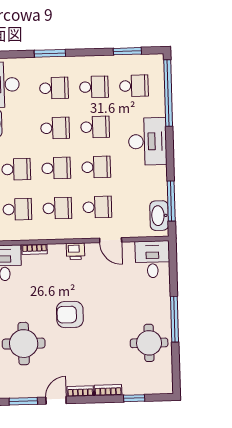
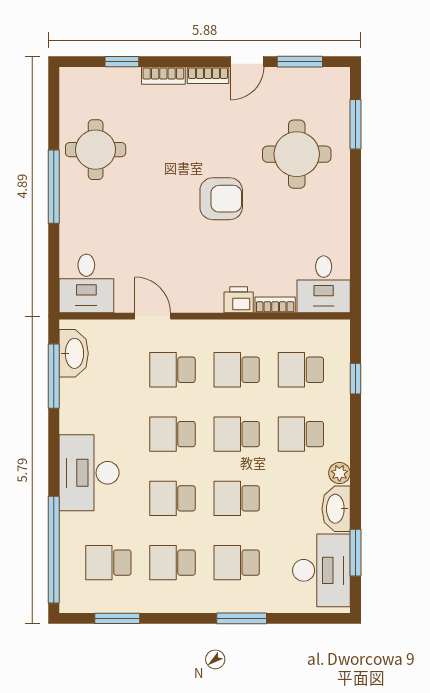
printer: (75, 251) -> (239, 300), moved

